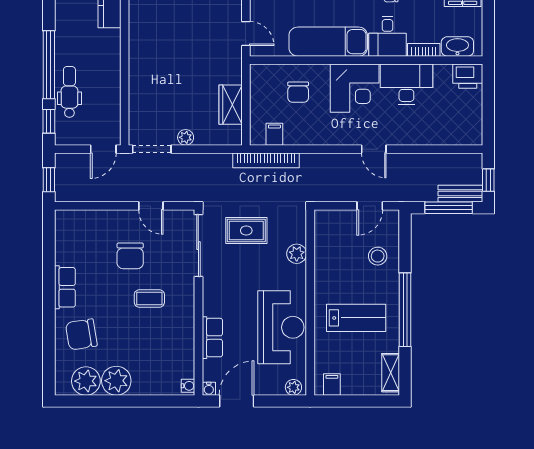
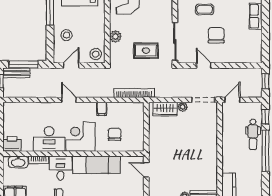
wardrobe: (231, 105) -> (165, 109), moved, turned 90
filing cabinet: (274, 134) -> (102, 109), moved
stool: (329, 225) -> (96, 54), added

